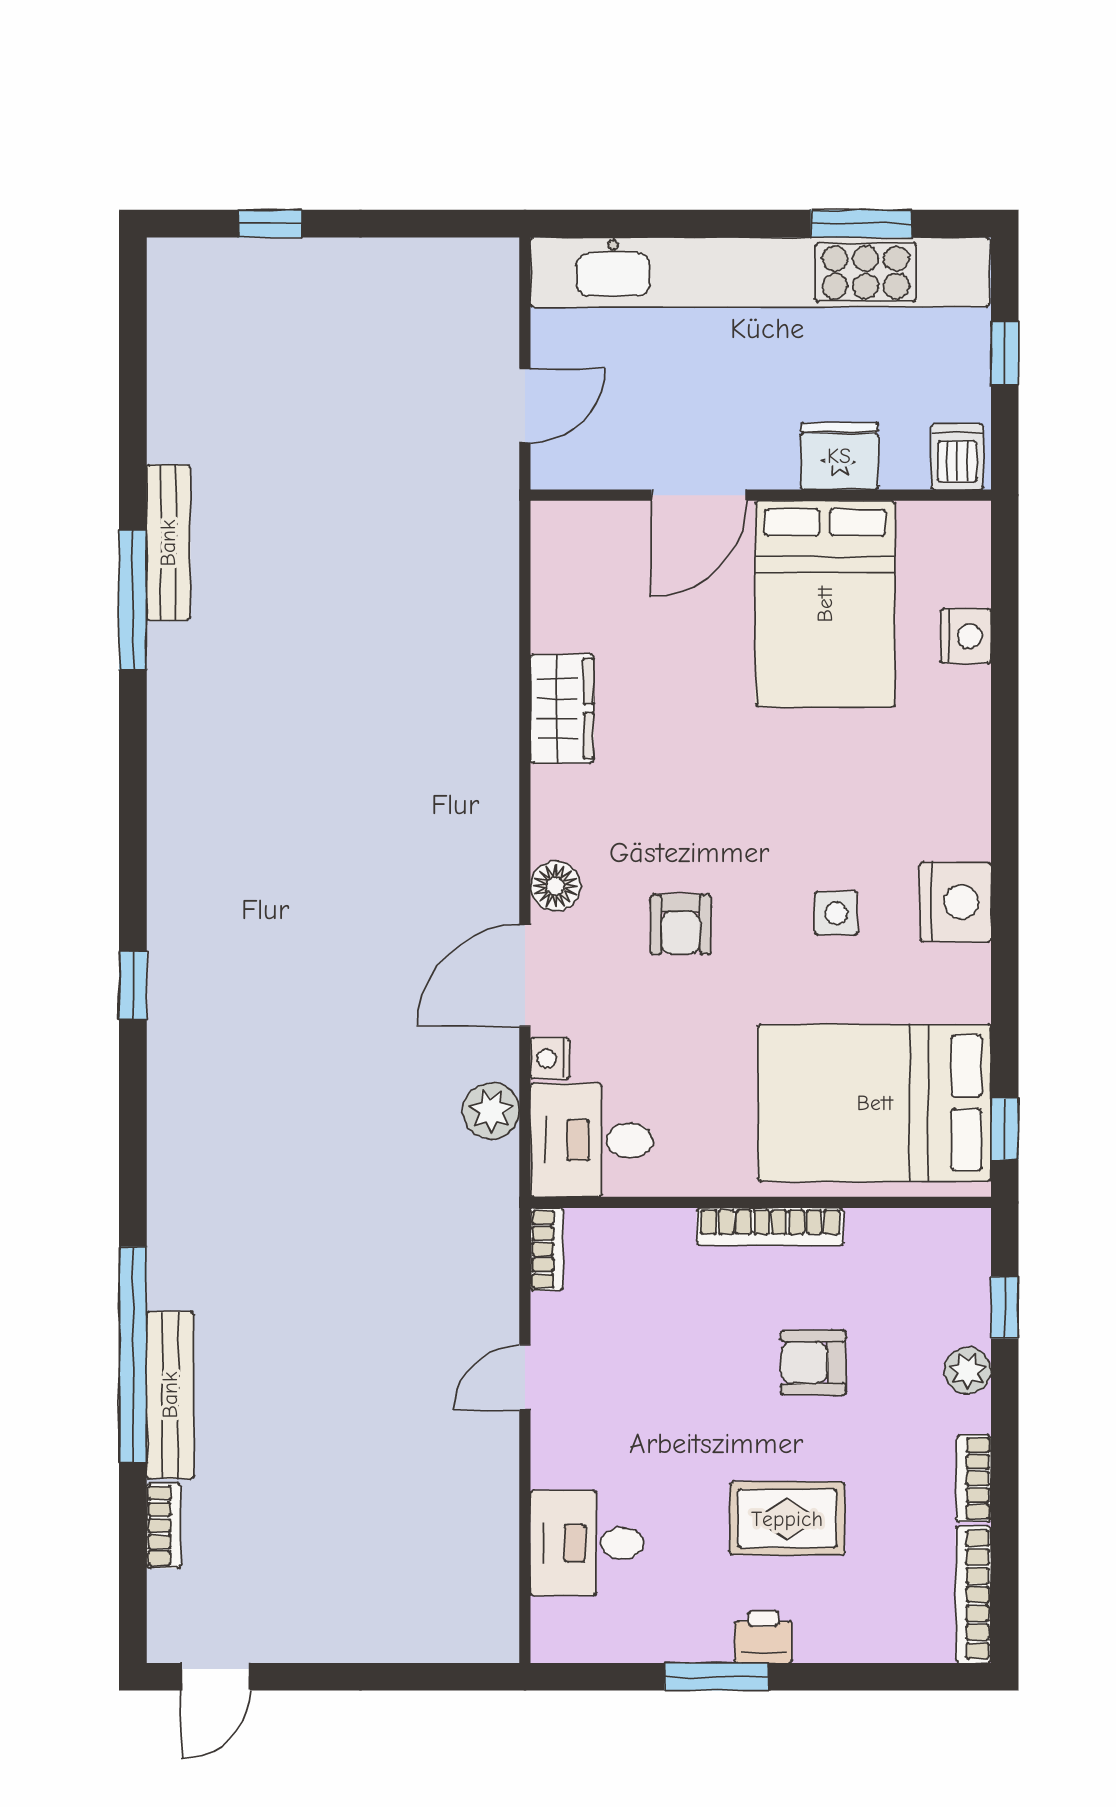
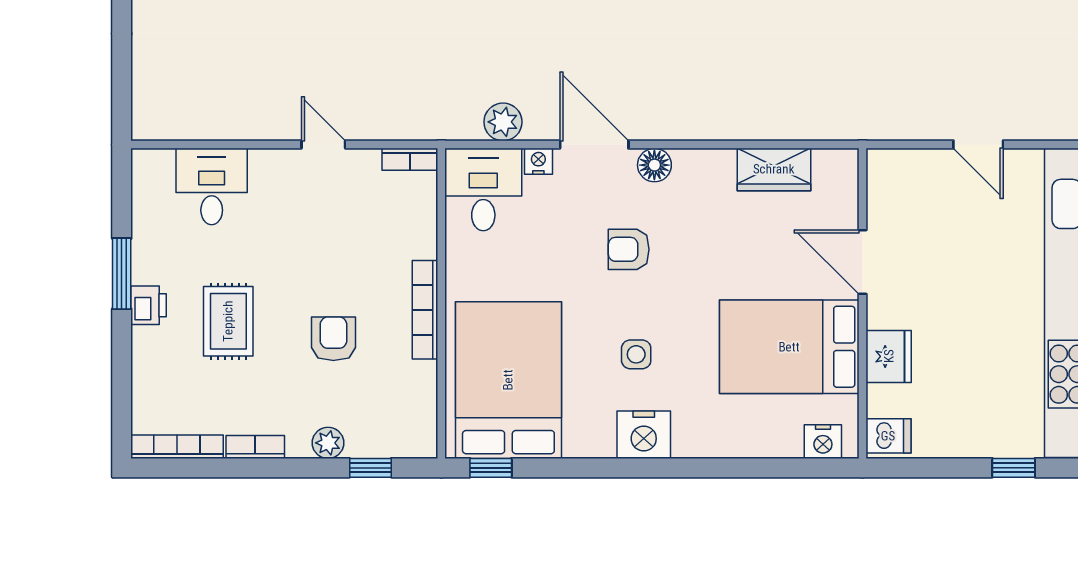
fridge: (839, 456) -> (889, 356), moved
dishwasher: (957, 457) -> (888, 436), moved
door: (699, 495) -> (863, 262), moved
wall: (761, 495) -> (863, 303), moved
bed: (825, 604) -> (789, 347), moved

